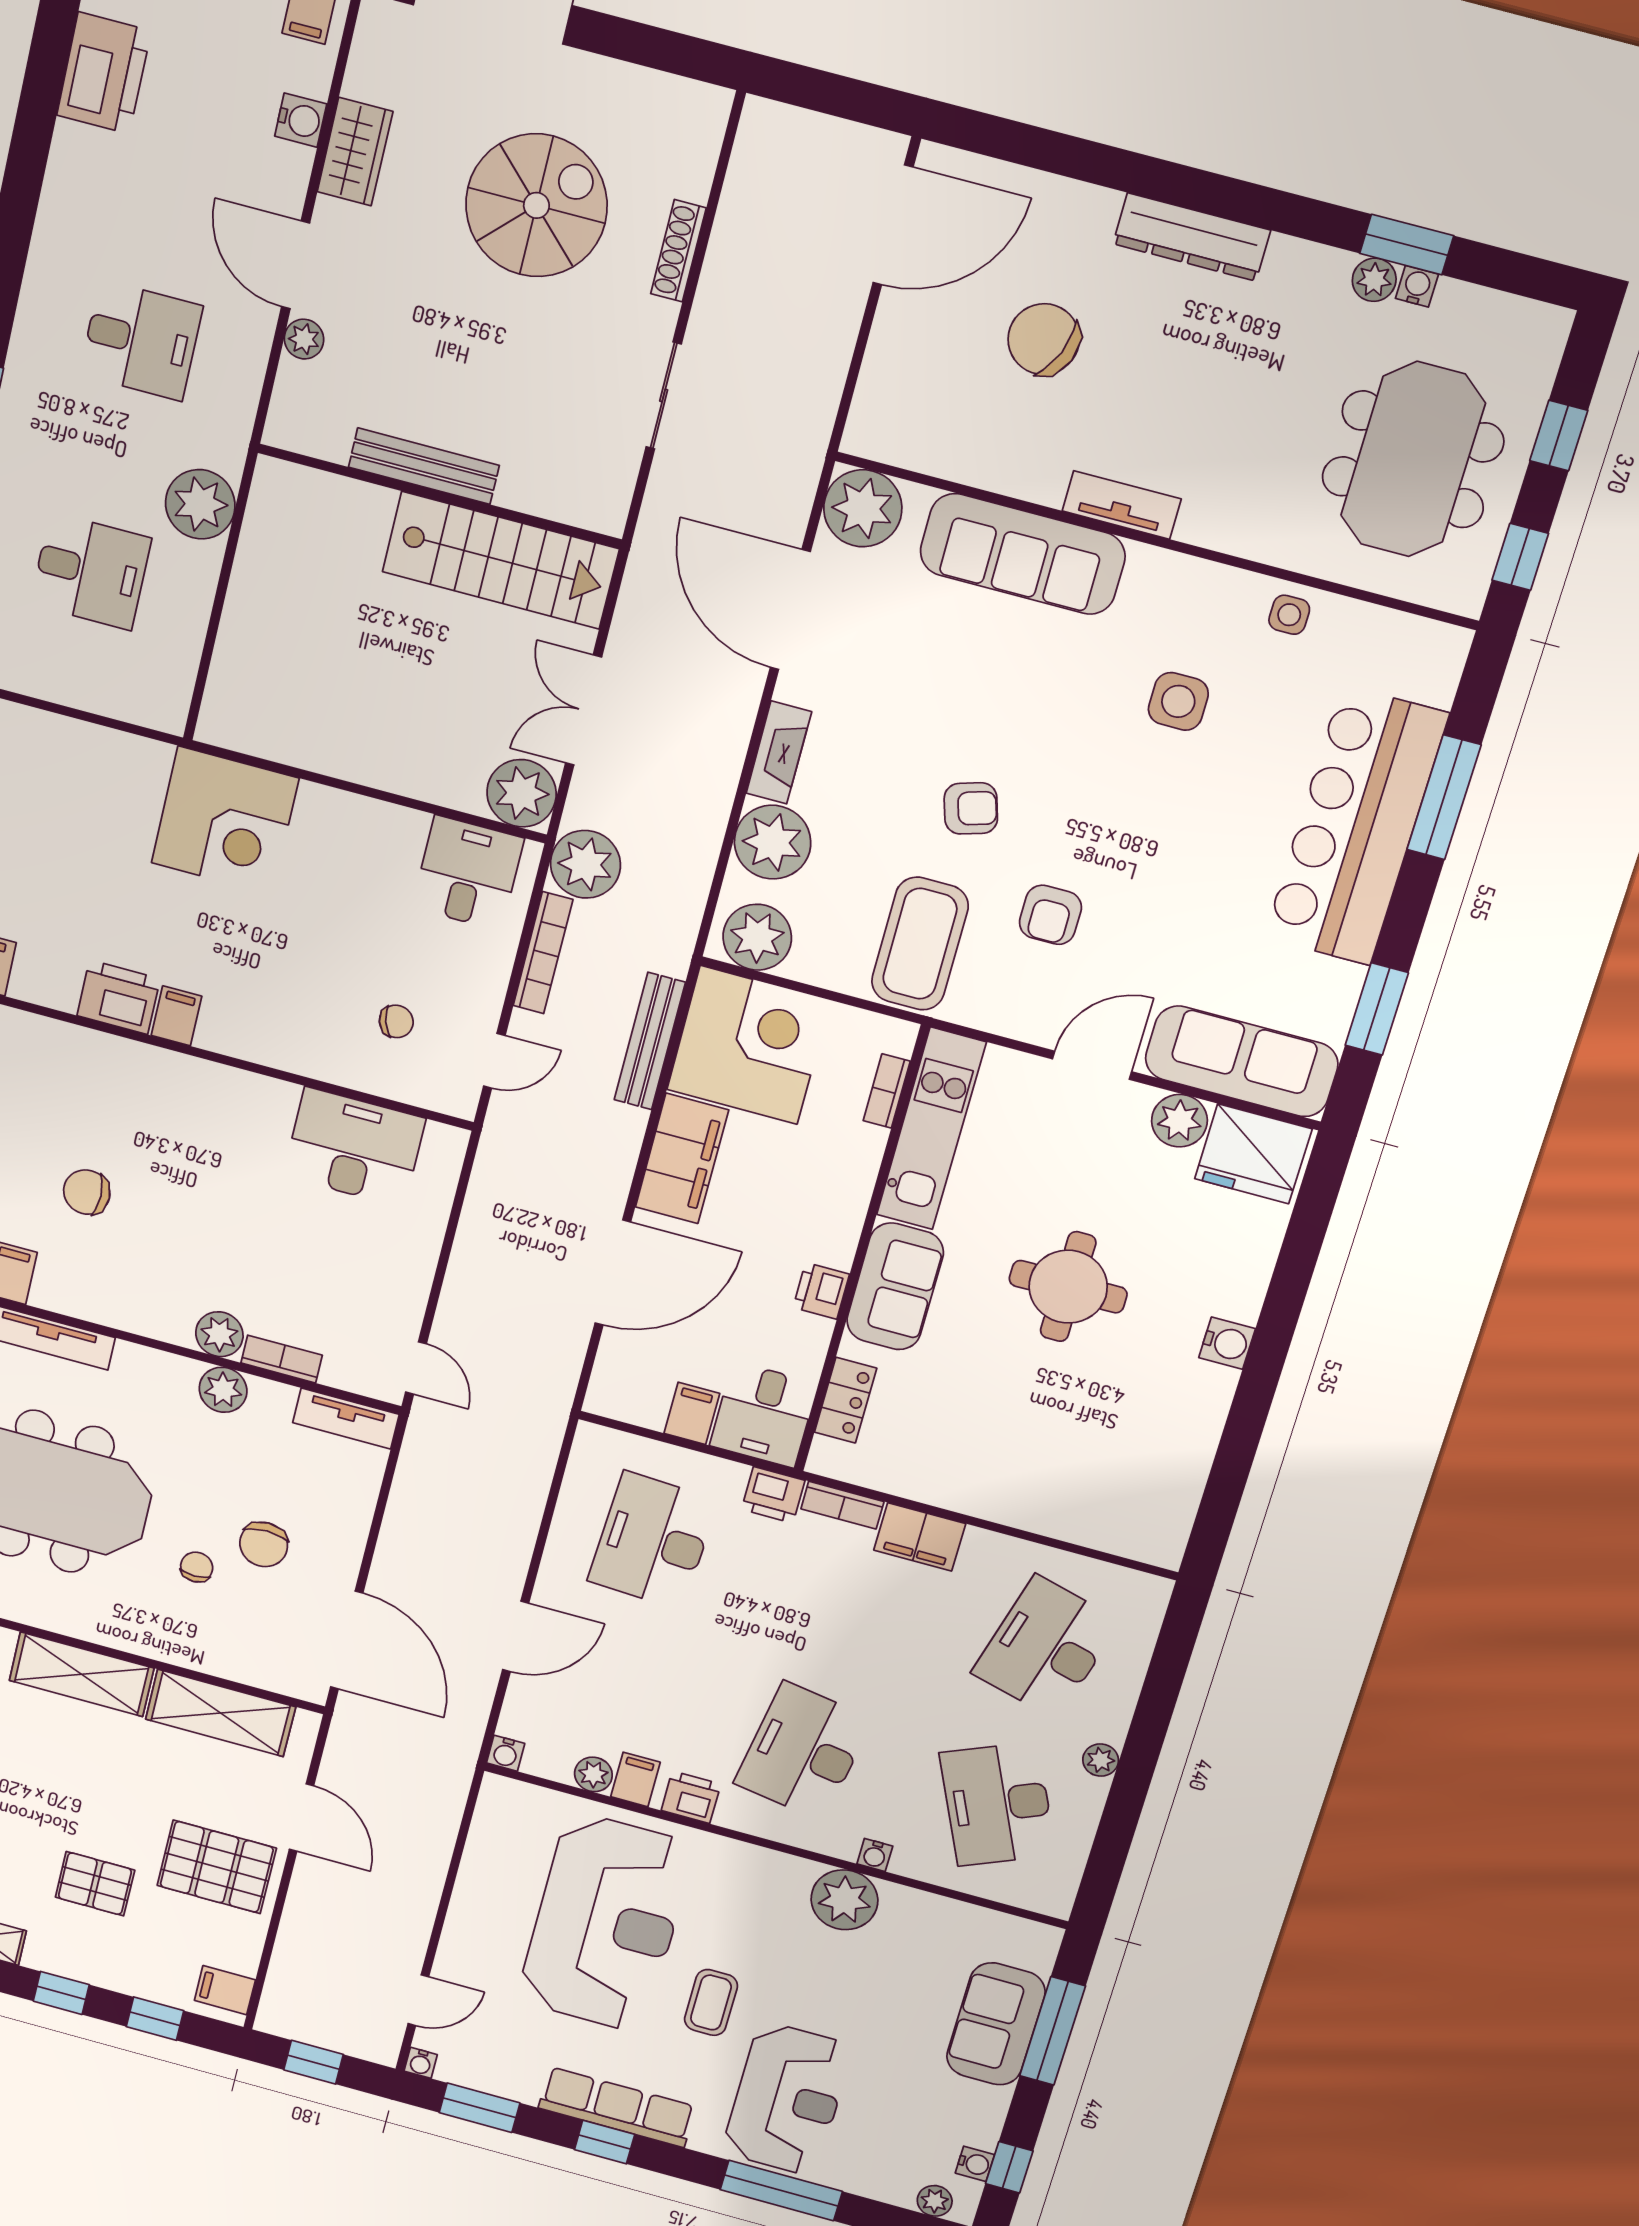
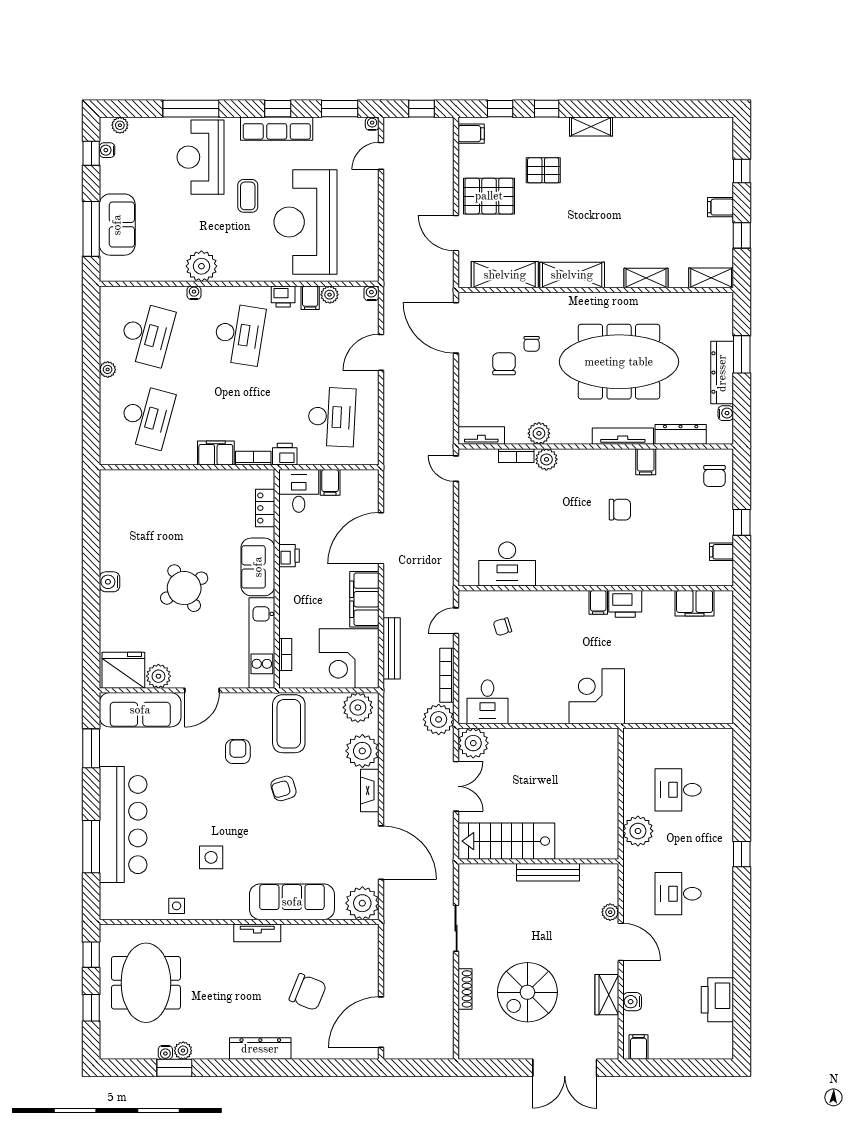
round table: (1068, 1287) -> (184, 588), turned -30
desk: (998, 1804) -> (147, 334), turned 39

